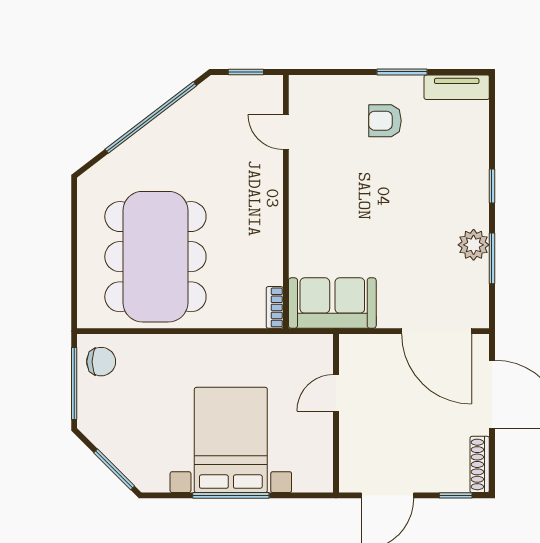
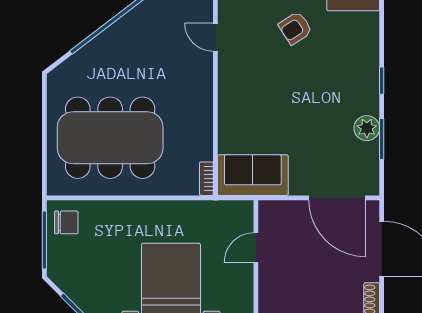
armchair: (385, 121) -> (295, 28), turned -33
dining table: (155, 257) -> (110, 138), turned 90

